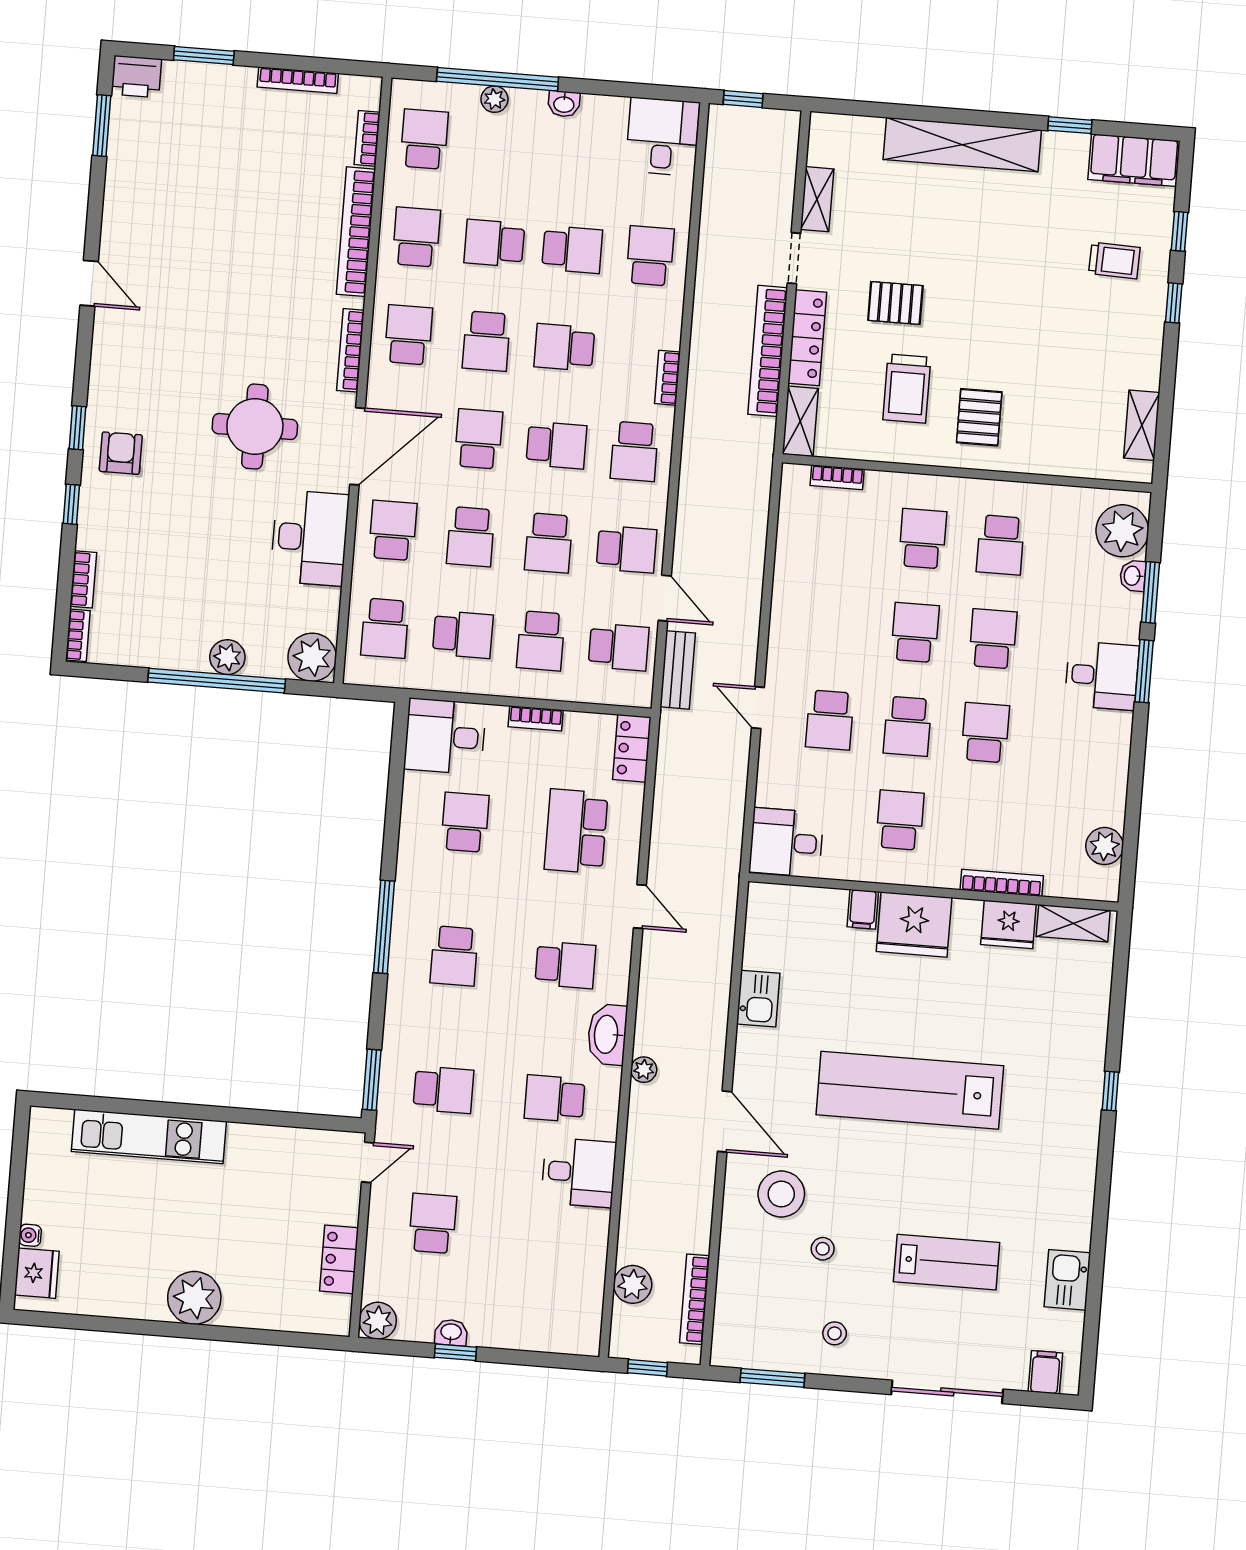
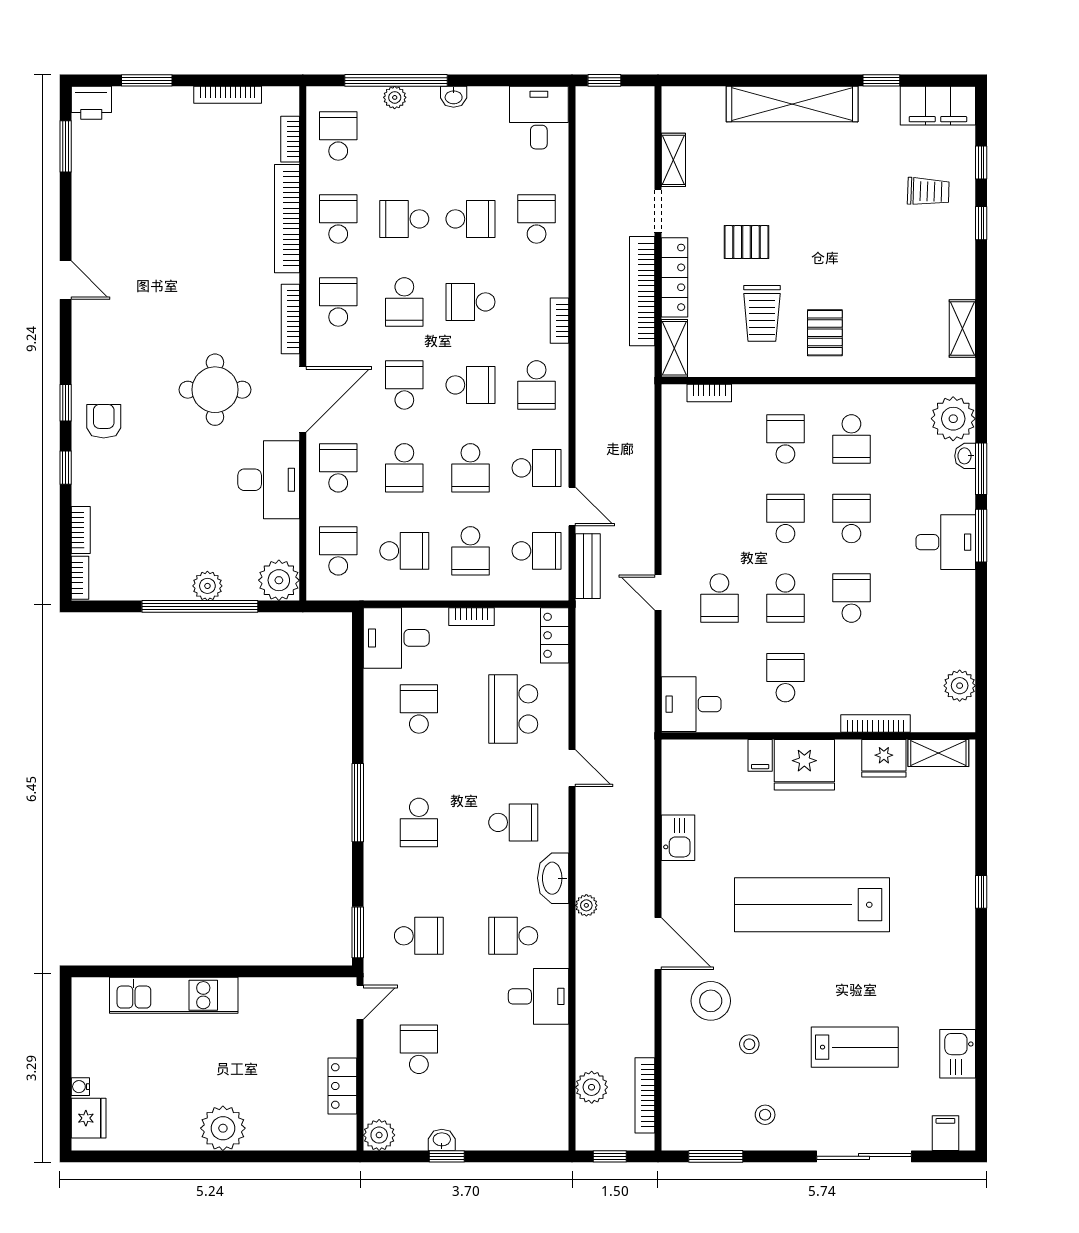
school desk: (385, 628) -> (338, 551), turned 180

